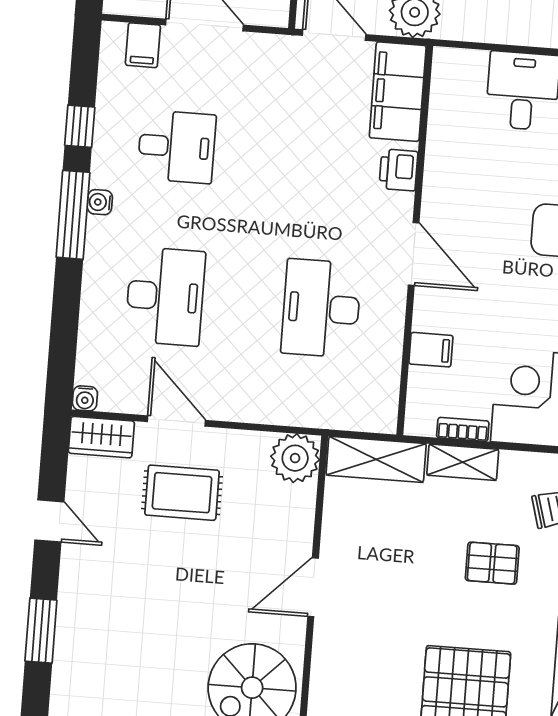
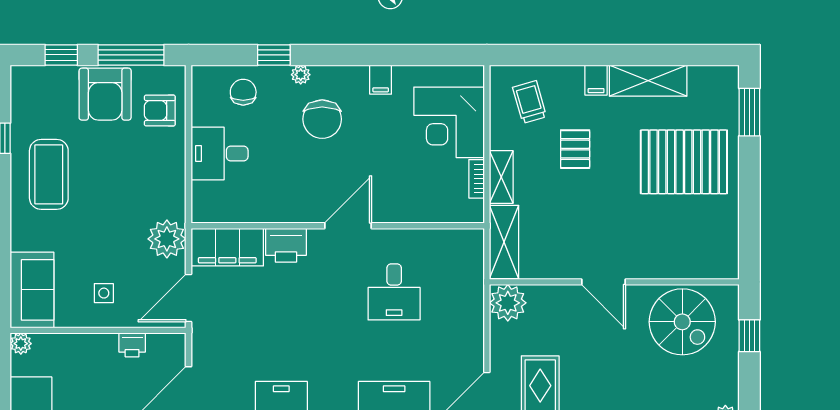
printer: (399, 170) -> (286, 245), width x1.36, depth x1.24
desk: (321, 308) -> (394, 292), width x0.73
filing cabinet: (431, 350) -> (419, 207), removed

